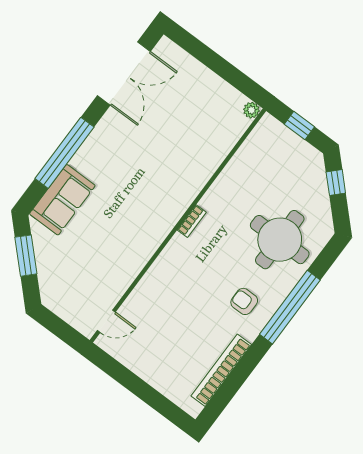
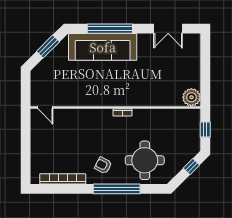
double door: (124, 73) -> (168, 29), width x0.73
plant: (251, 110) -> (191, 97), width x1.87, depth x1.87
sofa: (62, 200) -> (103, 47), width x1.85, depth x1.27
armchair: (244, 301) -> (103, 165), turned -63

